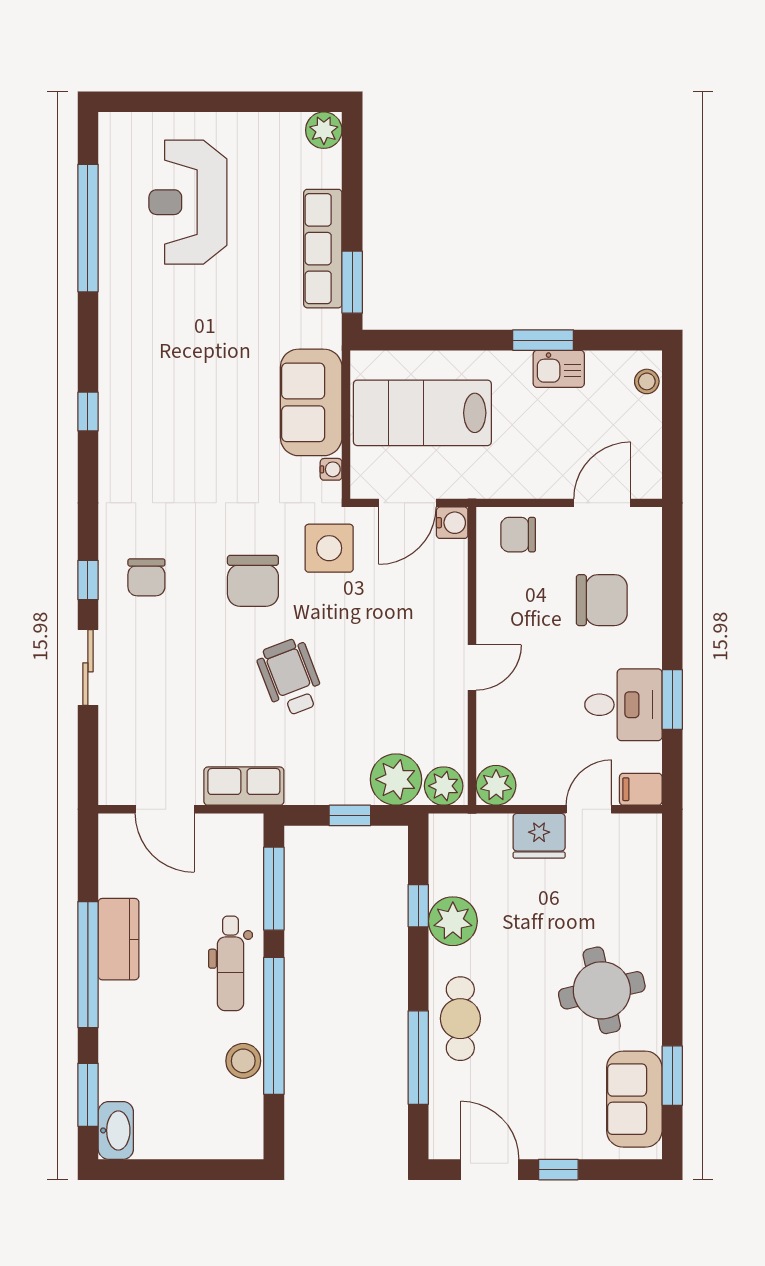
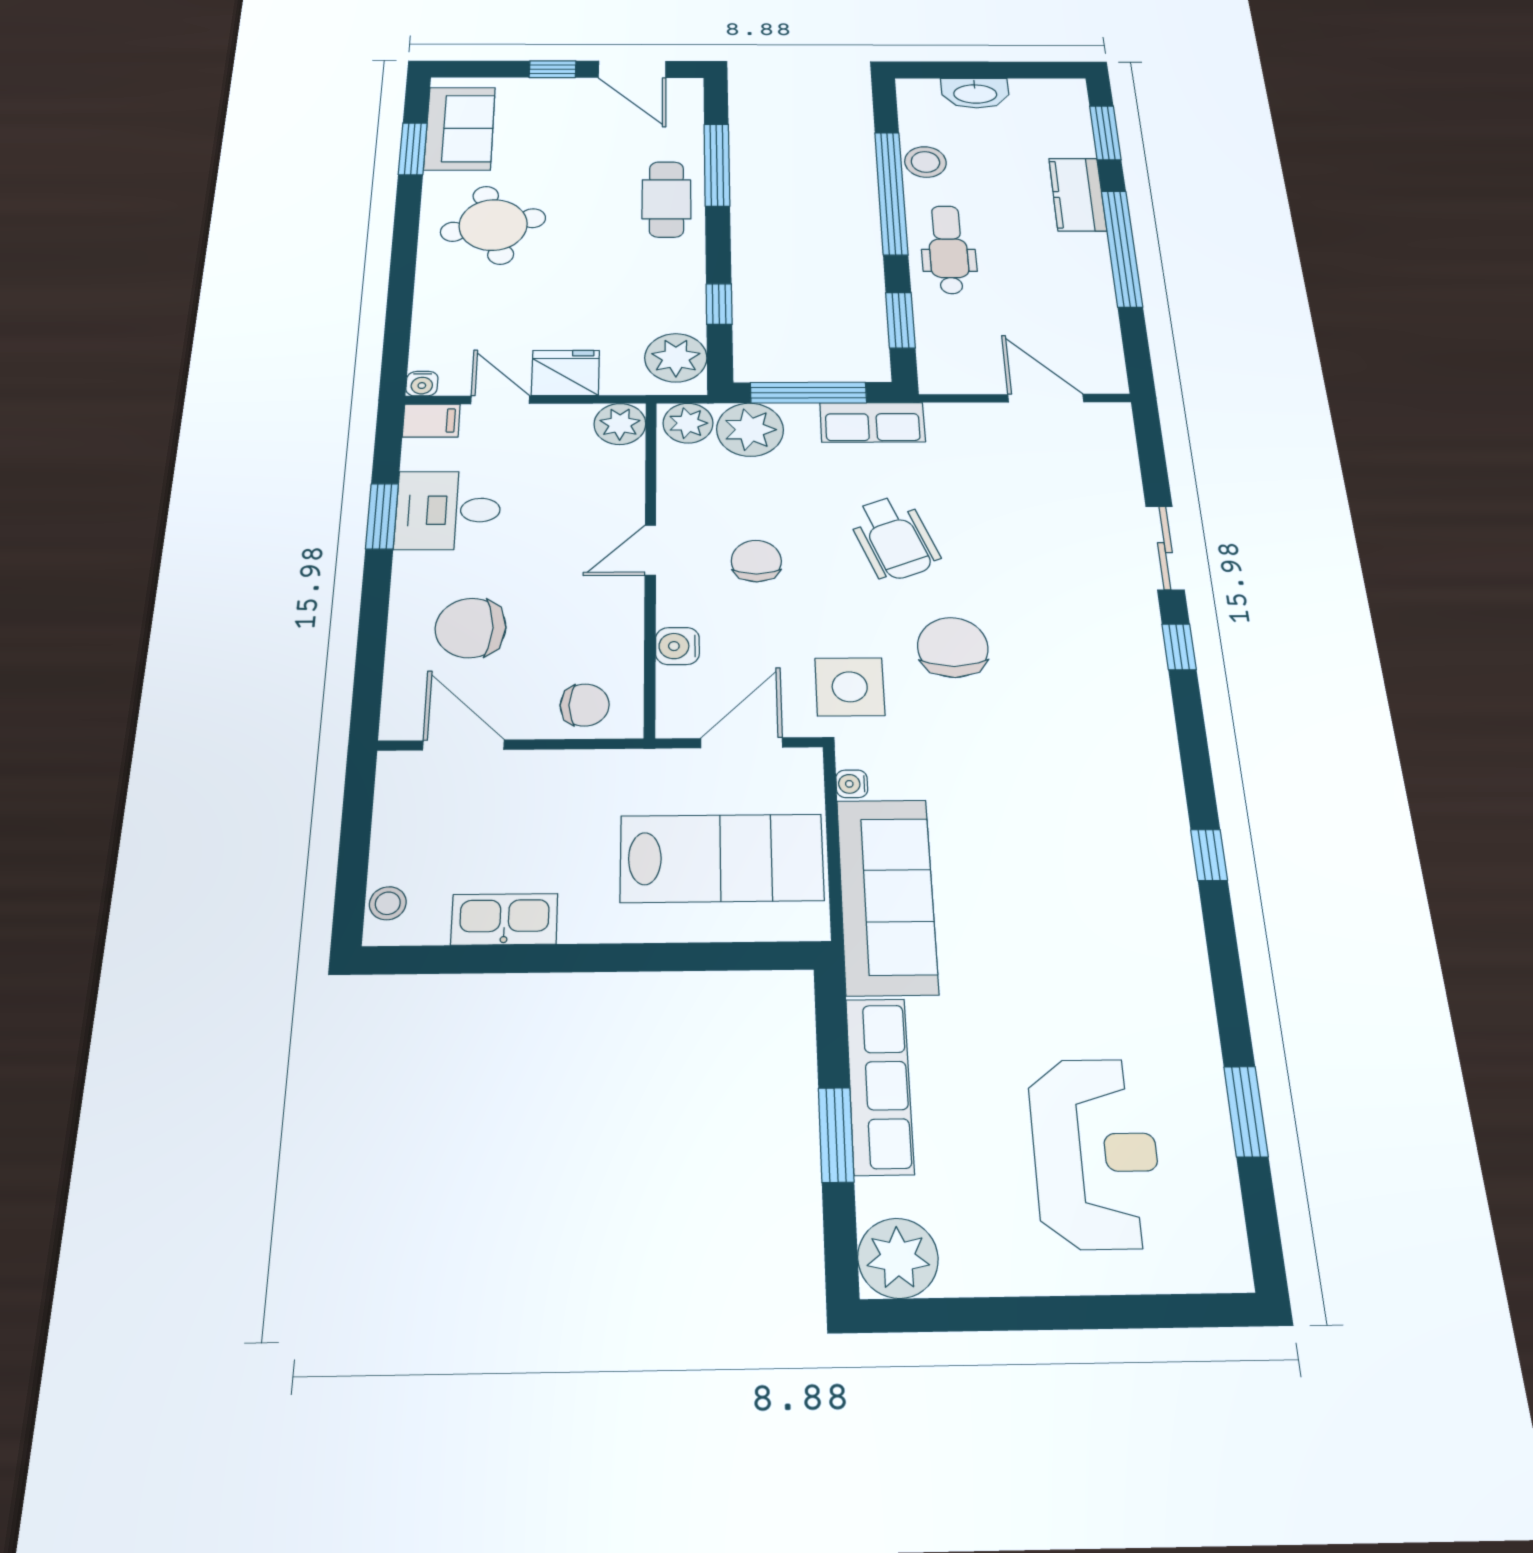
plant: (324, 130) -> (898, 1258), width x1.36, depth x1.36
window: (88, 228) -> (1246, 1111), width x0.47
window: (352, 282) -> (836, 1135), moved
window: (543, 340) -> (541, 958), removed
kitchen sink: (559, 369) -> (504, 919), width x1.38
sofa: (311, 402) -> (887, 896), width x1.36
door: (602, 503) -> (463, 745), swing flipped
water cooler: (452, 523) -> (677, 646), moved
chair: (146, 577) -> (756, 561), moved
row of seats: (244, 786) -> (872, 422), moved
door: (589, 809) -> (500, 400), swing flipped
window: (350, 815) -> (808, 393), width x2.17
water cooler: (650, 825) -> (422, 384), added
window: (274, 889) -> (900, 320), width x0.69
plant: (453, 921) -> (676, 358), moved
kitchen counter: (119, 939) -> (1078, 194), moved
washbasin: (116, 1130) -> (975, 93), moved, turned -90

